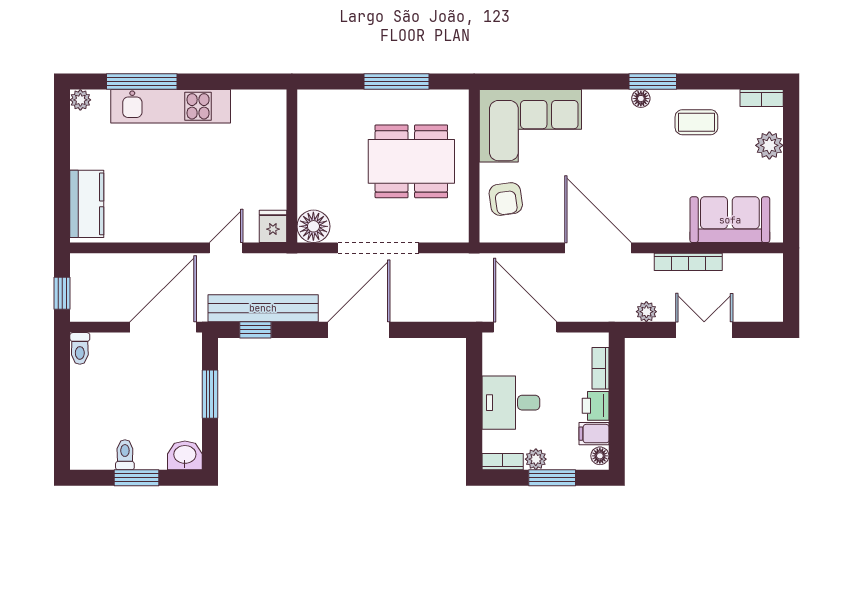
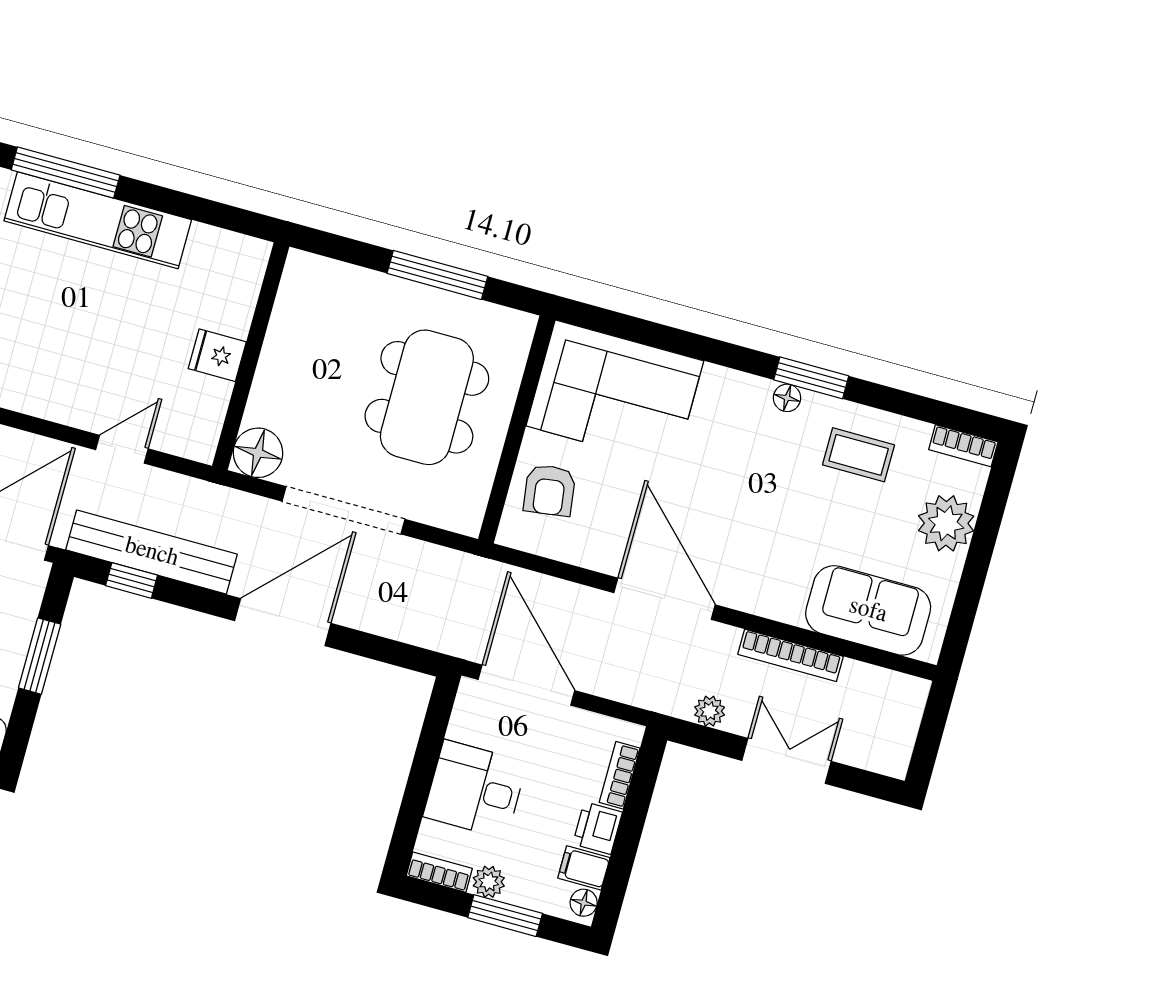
plant: (769, 145) -> (946, 523), width x1.36, depth x1.36
dining table: (411, 161) -> (427, 397), turned 90
fridge: (273, 226) -> (217, 355), moved, turned -90

